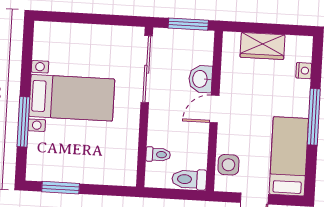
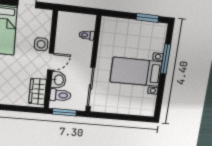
wardrobe: (263, 46) -> (38, 91), moved, turned -90
side table: (228, 165) -> (41, 44), moved
toilet: (189, 179) -> (60, 95), moved

